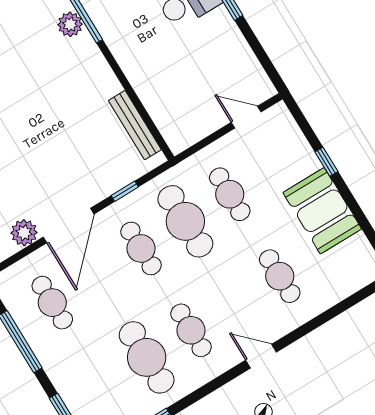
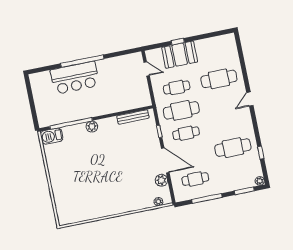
plant: (70, 24) -> (92, 127), moved
door: (246, 117) -> (147, 69), swing flipped
booth: (322, 211) -> (180, 55), moved
cafe table: (280, 276) -> (219, 79), width x1.37, depth x1.35
cafe table: (191, 330) -> (228, 125), removed

